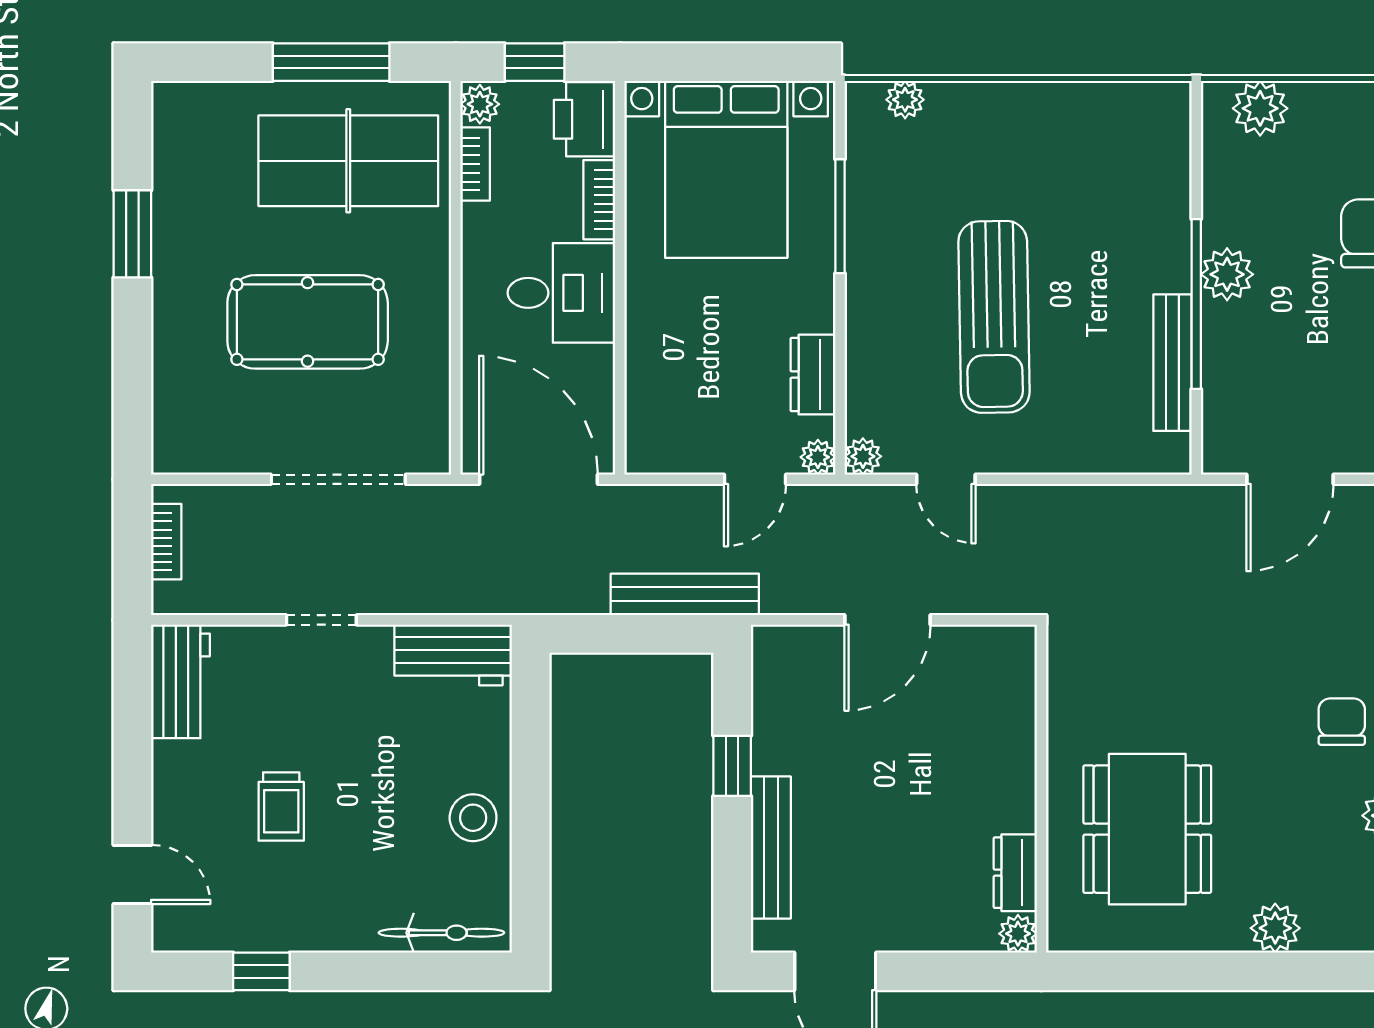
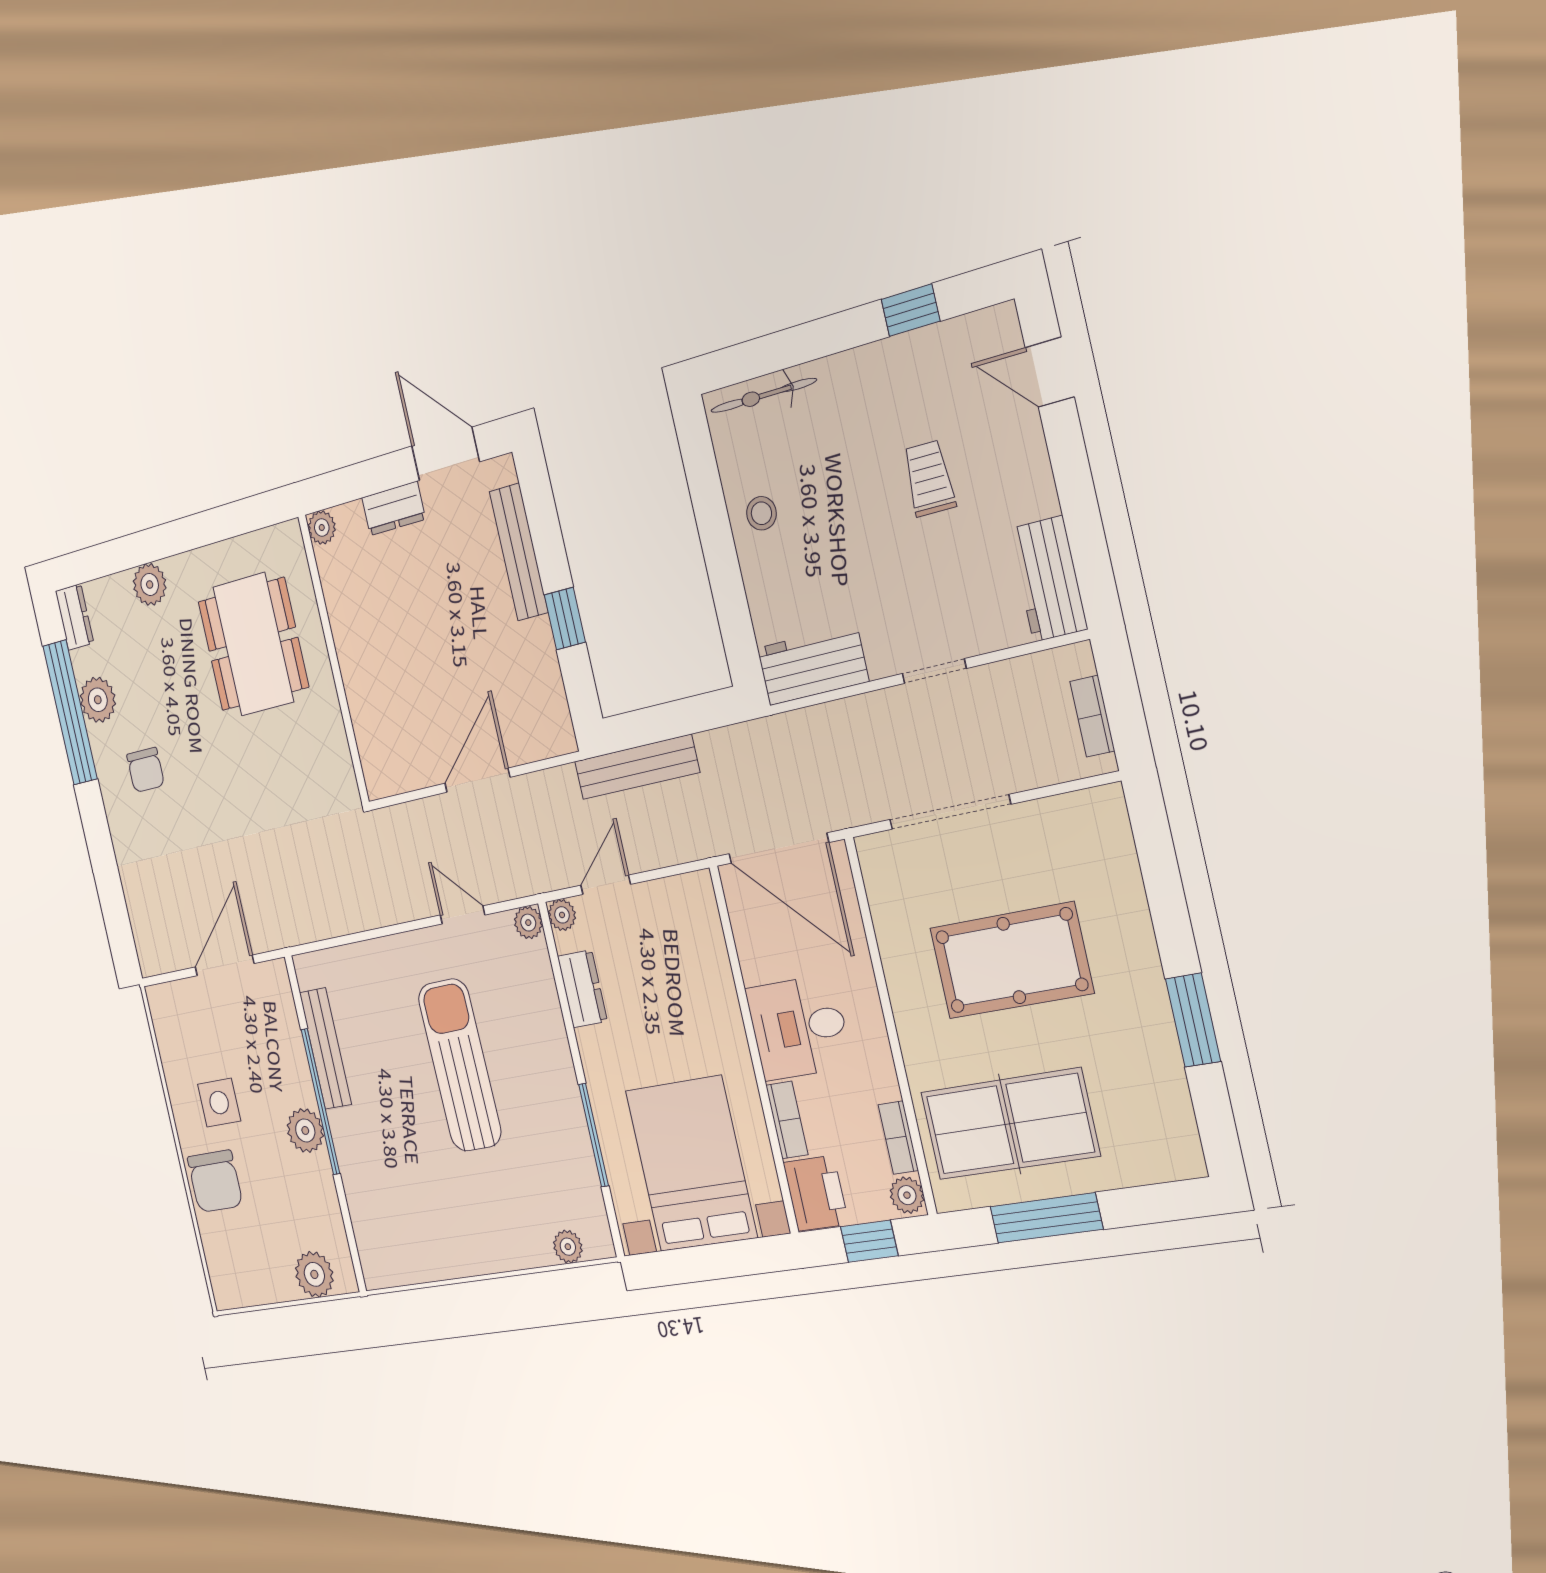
side table: (1343, 324) -> (219, 1103), added
stool: (473, 818) -> (761, 513), width x0.73, depth x0.73
dresser: (1015, 873) -> (394, 508), moved, turned 90

